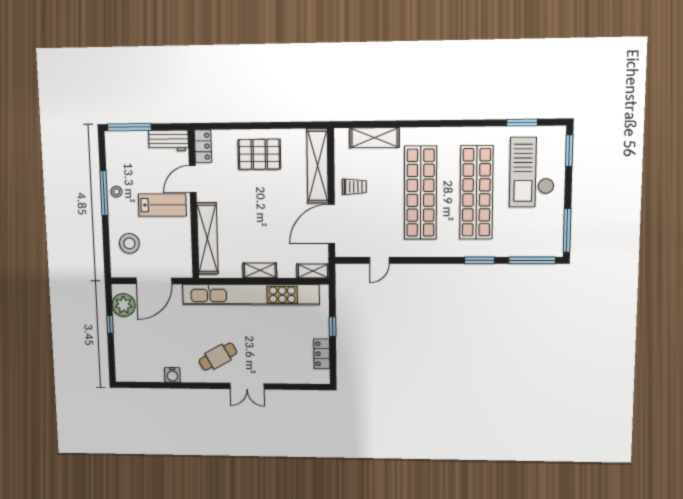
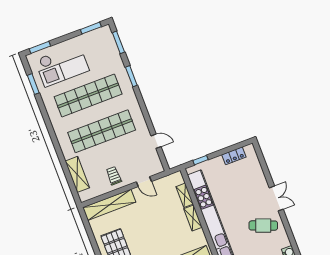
door: (332, 224) -> (144, 182), width x0.53
window: (567, 230) -> (91, 28), width x0.69
window: (532, 260) -> (118, 42), width x0.69
shelving: (313, 271) -> (185, 195), moved
window: (333, 327) -> (200, 160), moved
cafe table: (218, 357) -> (263, 226), turned -40

